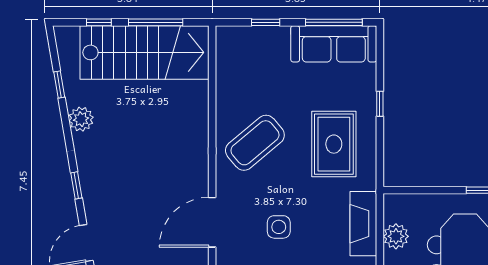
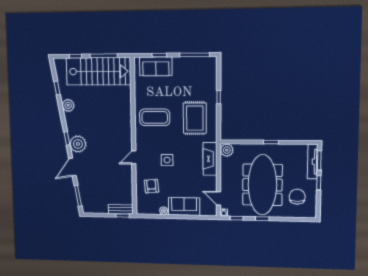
sofa: (334, 44) -> (156, 66), moved, width x0.73
coffee table: (255, 143) -> (155, 117), turned 40
plant: (99, 196) -> (78, 144), added
door: (212, 222) -> (134, 157), width x0.53
plant: (396, 236) -> (227, 150), moved

